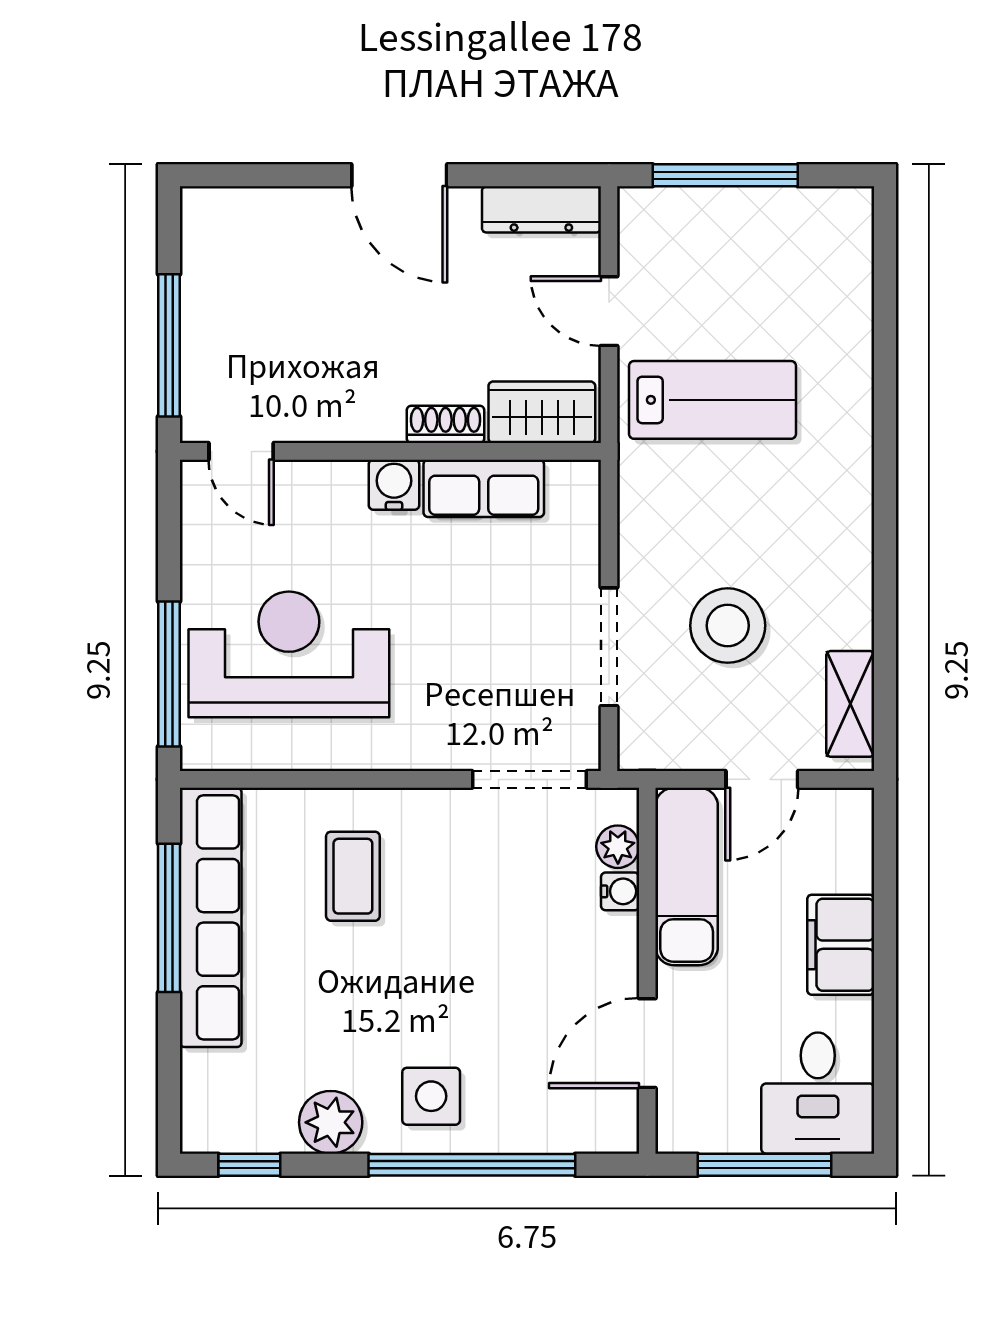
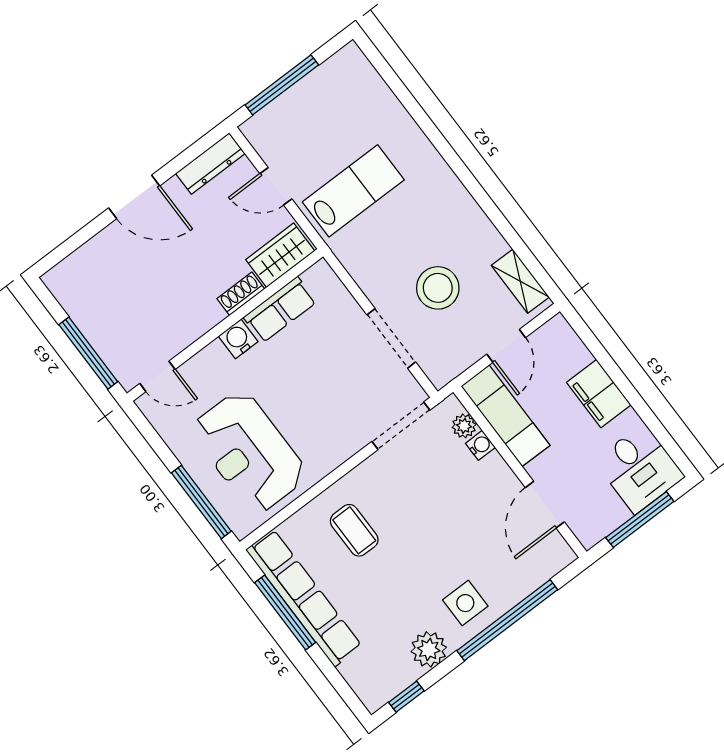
reception desk: (289, 654) -> (249, 452), turned -90

